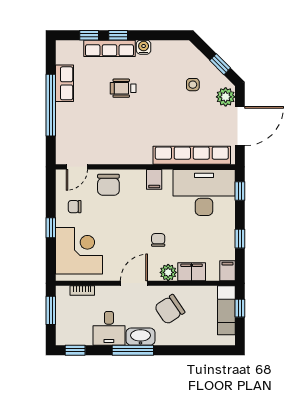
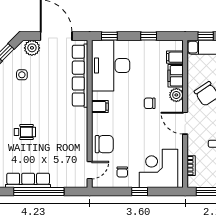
row of seats: (64, 83) -> (28, 180), width x1.48
wheelchair: (123, 88) -> (25, 132), turned -90
door: (77, 167) -> (90, 170), hinge flipped
filing cabinet: (227, 271) -> (175, 57), moved

